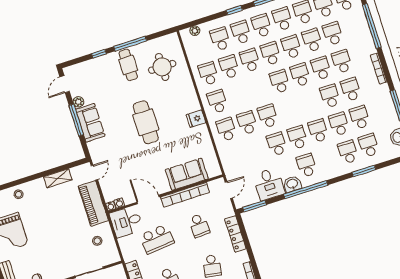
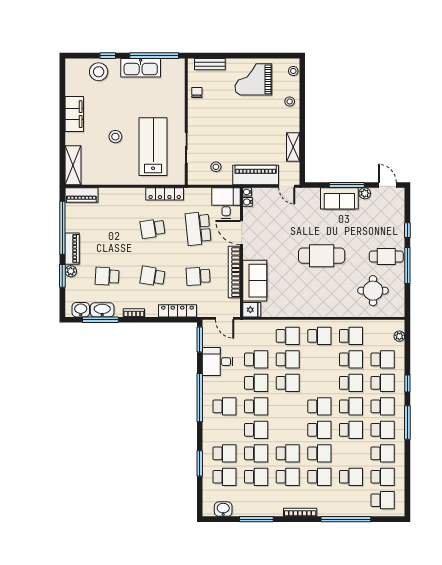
school desk: (312, 40) -> (256, 359), moved
fridge: (196, 119) -> (252, 310), moved, turned 90
washbasin: (292, 184) -> (210, 386), removed
door: (148, 200) -> (242, 233), swing flipped

